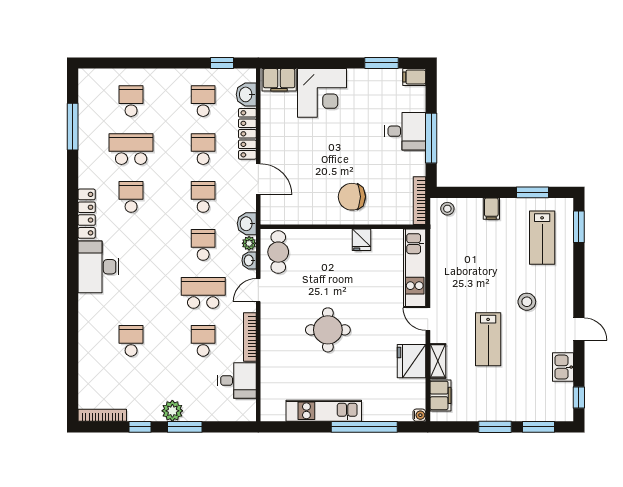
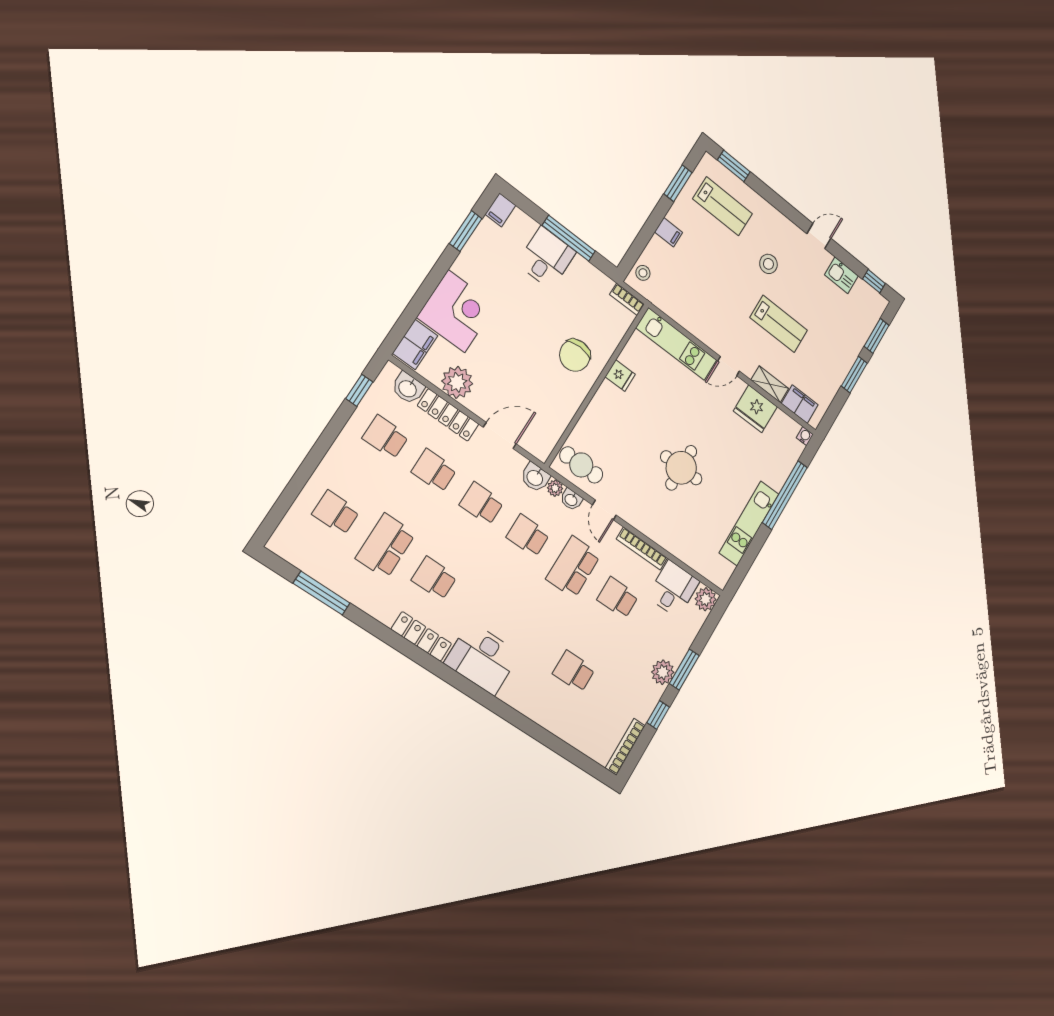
plant: (274, 125) -> (457, 382), added
bookcase: (420, 201) -> (627, 299), width x0.64
plant: (246, 411) -> (706, 599), added

